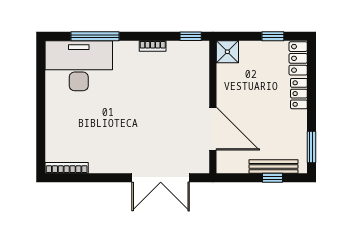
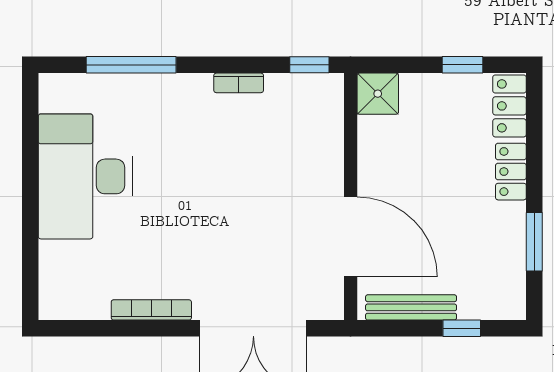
desk: (79, 66) -> (85, 176), moved, turned -90
window: (311, 147) -> (534, 242), moved
bench: (274, 167) -> (411, 307), moved
bookcase: (67, 168) -> (151, 310), moved

